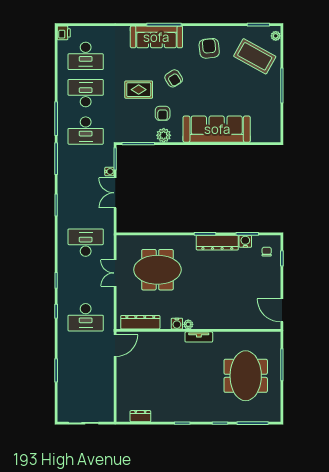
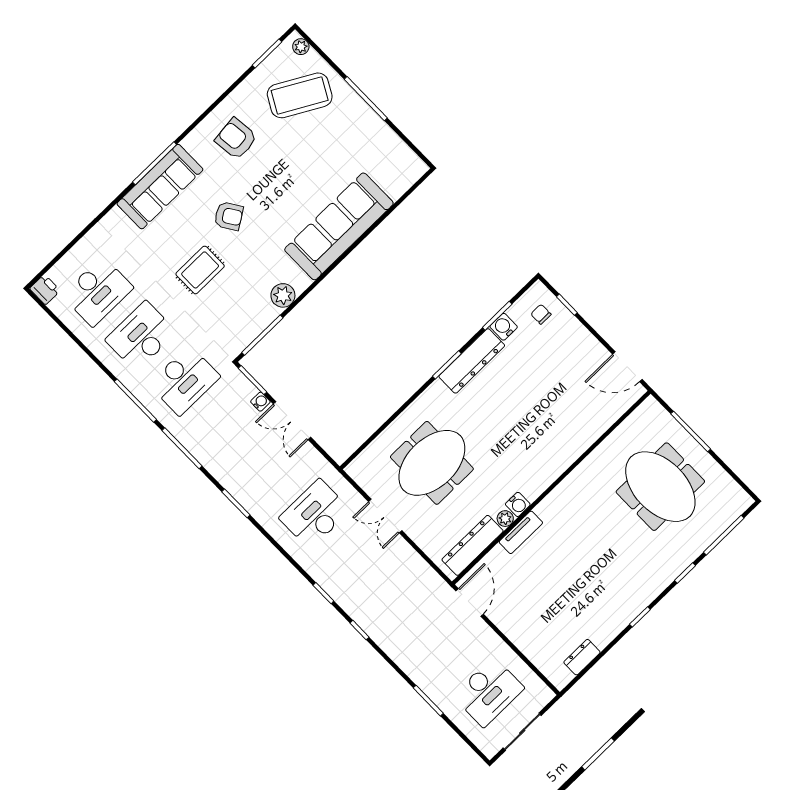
armchair: (163, 113) -> (256, 270), removed
desk: (86, 317) -> (488, 692), moved
plant: (188, 324) -> (505, 519), moved
tv unit: (199, 337) -> (521, 532), moved

